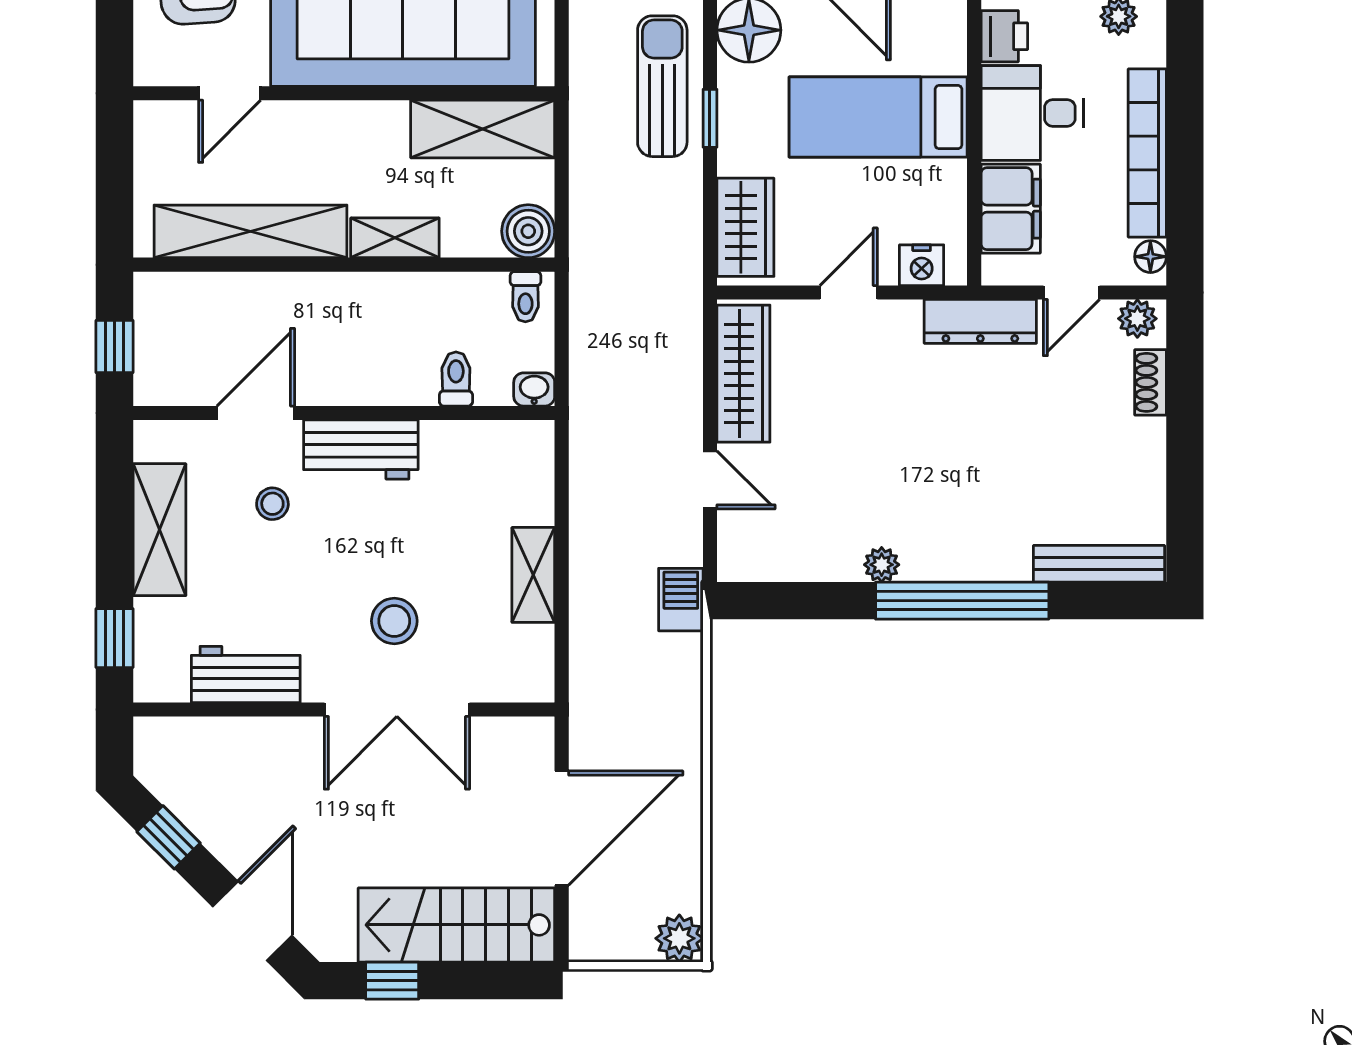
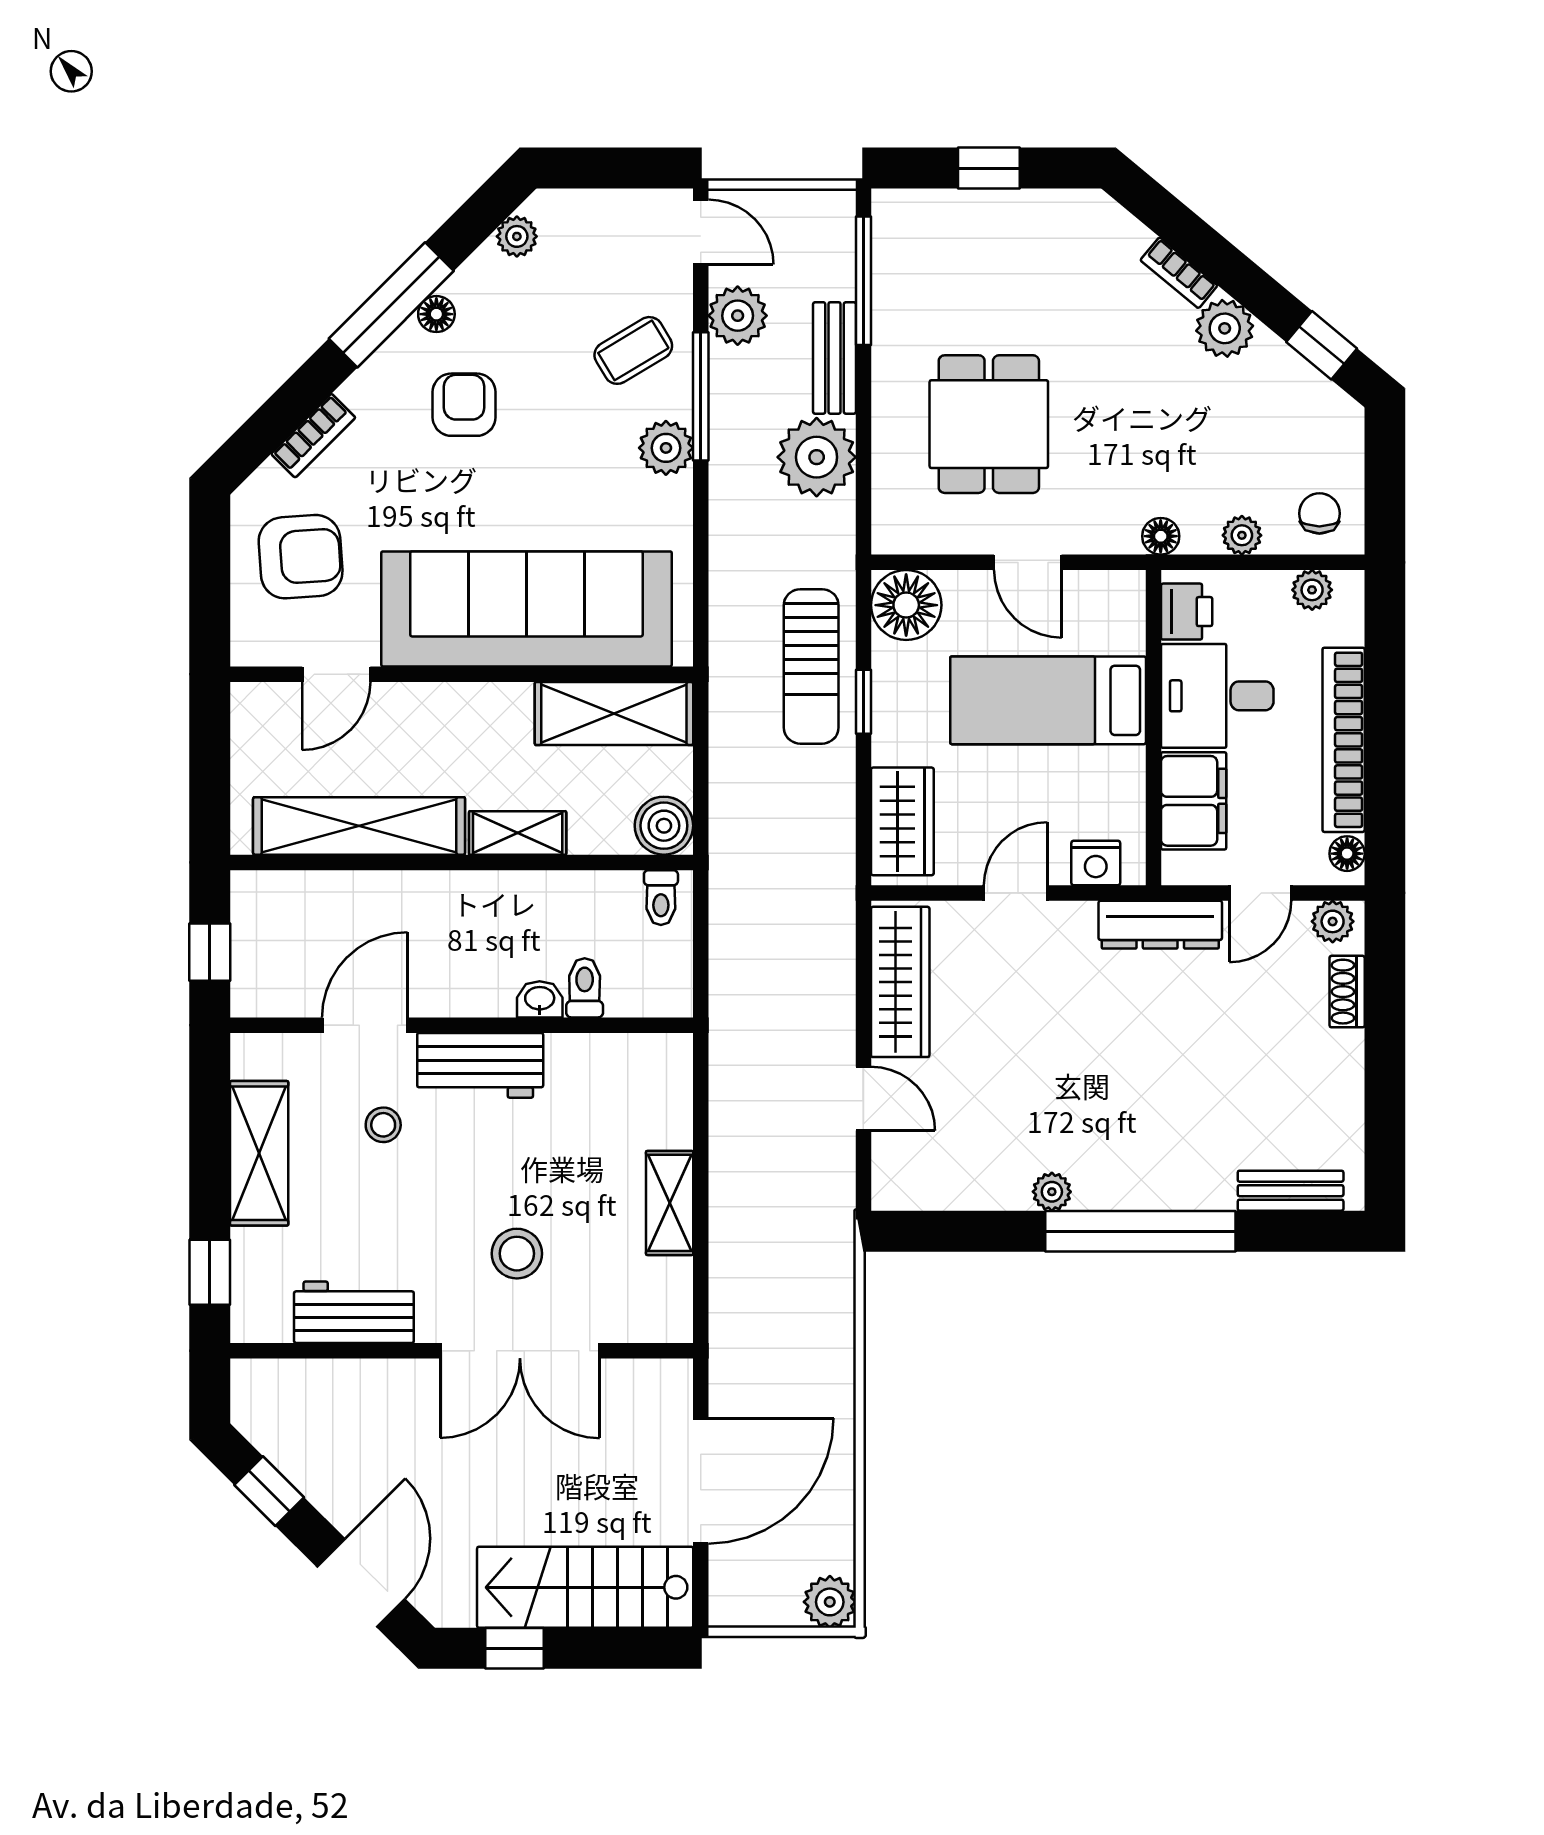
sun lounger: (662, 86) -> (811, 666), turned 180
washbasin: (534, 389) -> (540, 999), moved
bench: (1099, 564) -> (1291, 1191), width x0.73
barbecue: (681, 600) -> (831, 1230), removed

